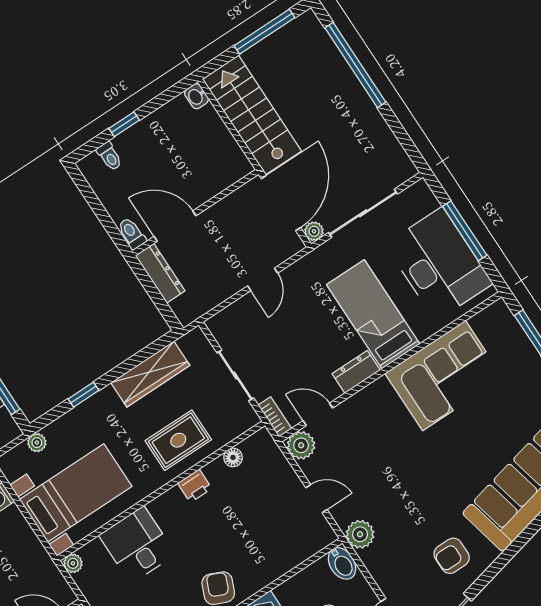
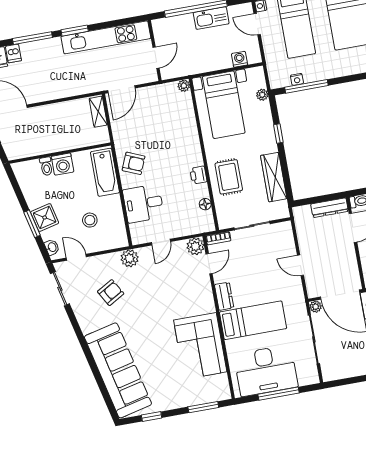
desk: (137, 545) -> (143, 204), moved, turned 180
armchair: (452, 556) -> (111, 293), moved, turned 60
bidet: (342, 563) -> (117, 241), removed

